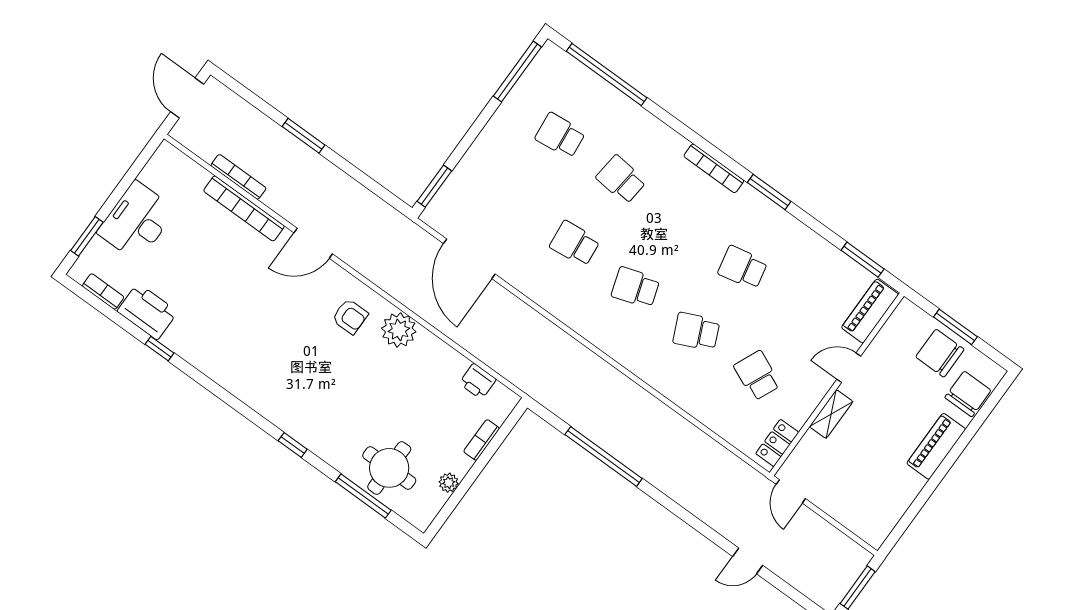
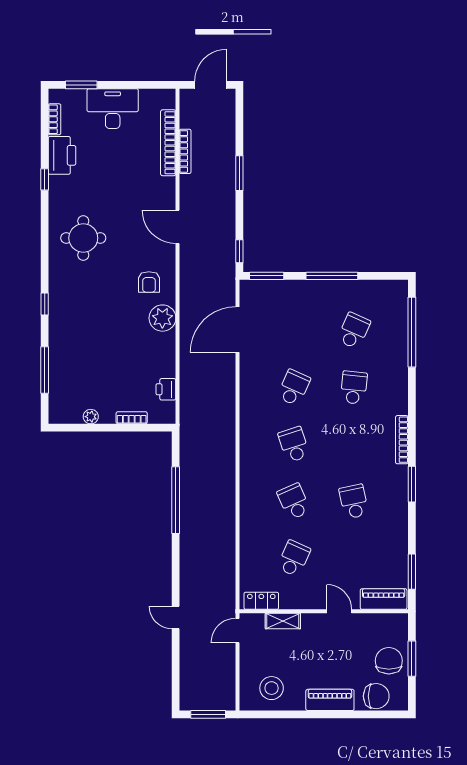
window: (517, 72) -> (332, 276), moved
school desk: (560, 135) -> (354, 331), turned 30
window: (387, 196) -> (239, 251), added
bookcase: (244, 208) -> (168, 143), moved
school desk: (575, 244) -> (294, 388), turned 30
shelving: (831, 414) -> (283, 621), moved
round table: (389, 468) -> (83, 238), moved
stool: (878, 500) -> (272, 688), added
door: (748, 561) -> (176, 618), moved

